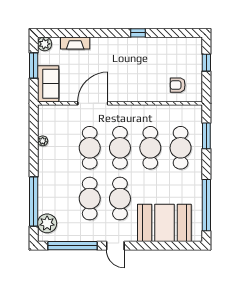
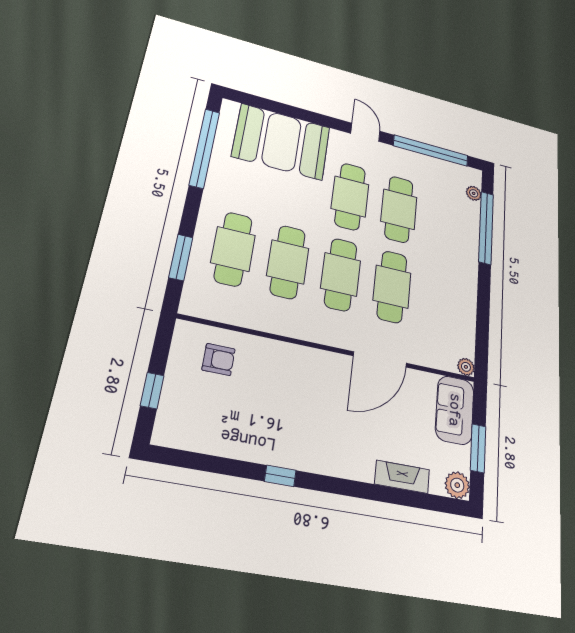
plant: (43, 141) -> (466, 367), moved
plant: (47, 223) -> (474, 193), width x0.53, depth x0.53

